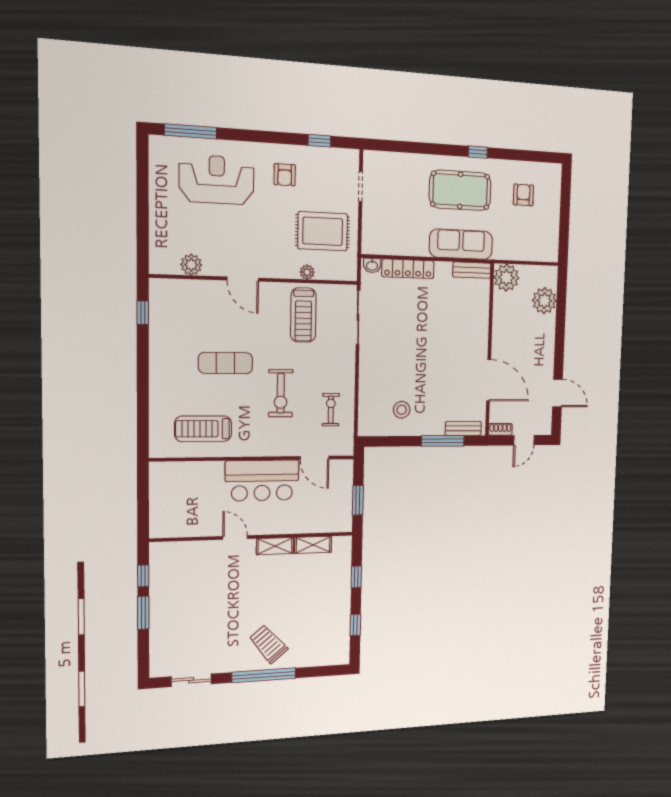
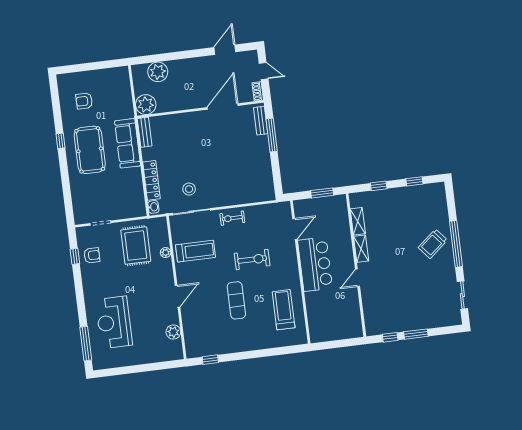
armchair: (285, 175) -> (92, 255), moved
exercise bike: (331, 410) -> (232, 218), moved
stool: (402, 410) -> (189, 189), moved
treadmill: (203, 429) -> (284, 310), turned 180

